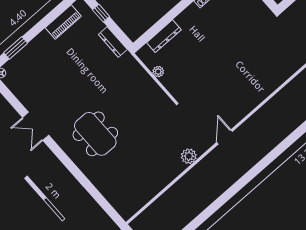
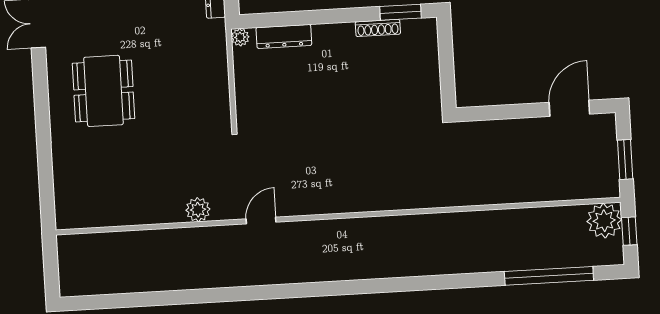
plant: (158, 72) -> (240, 37), moved

